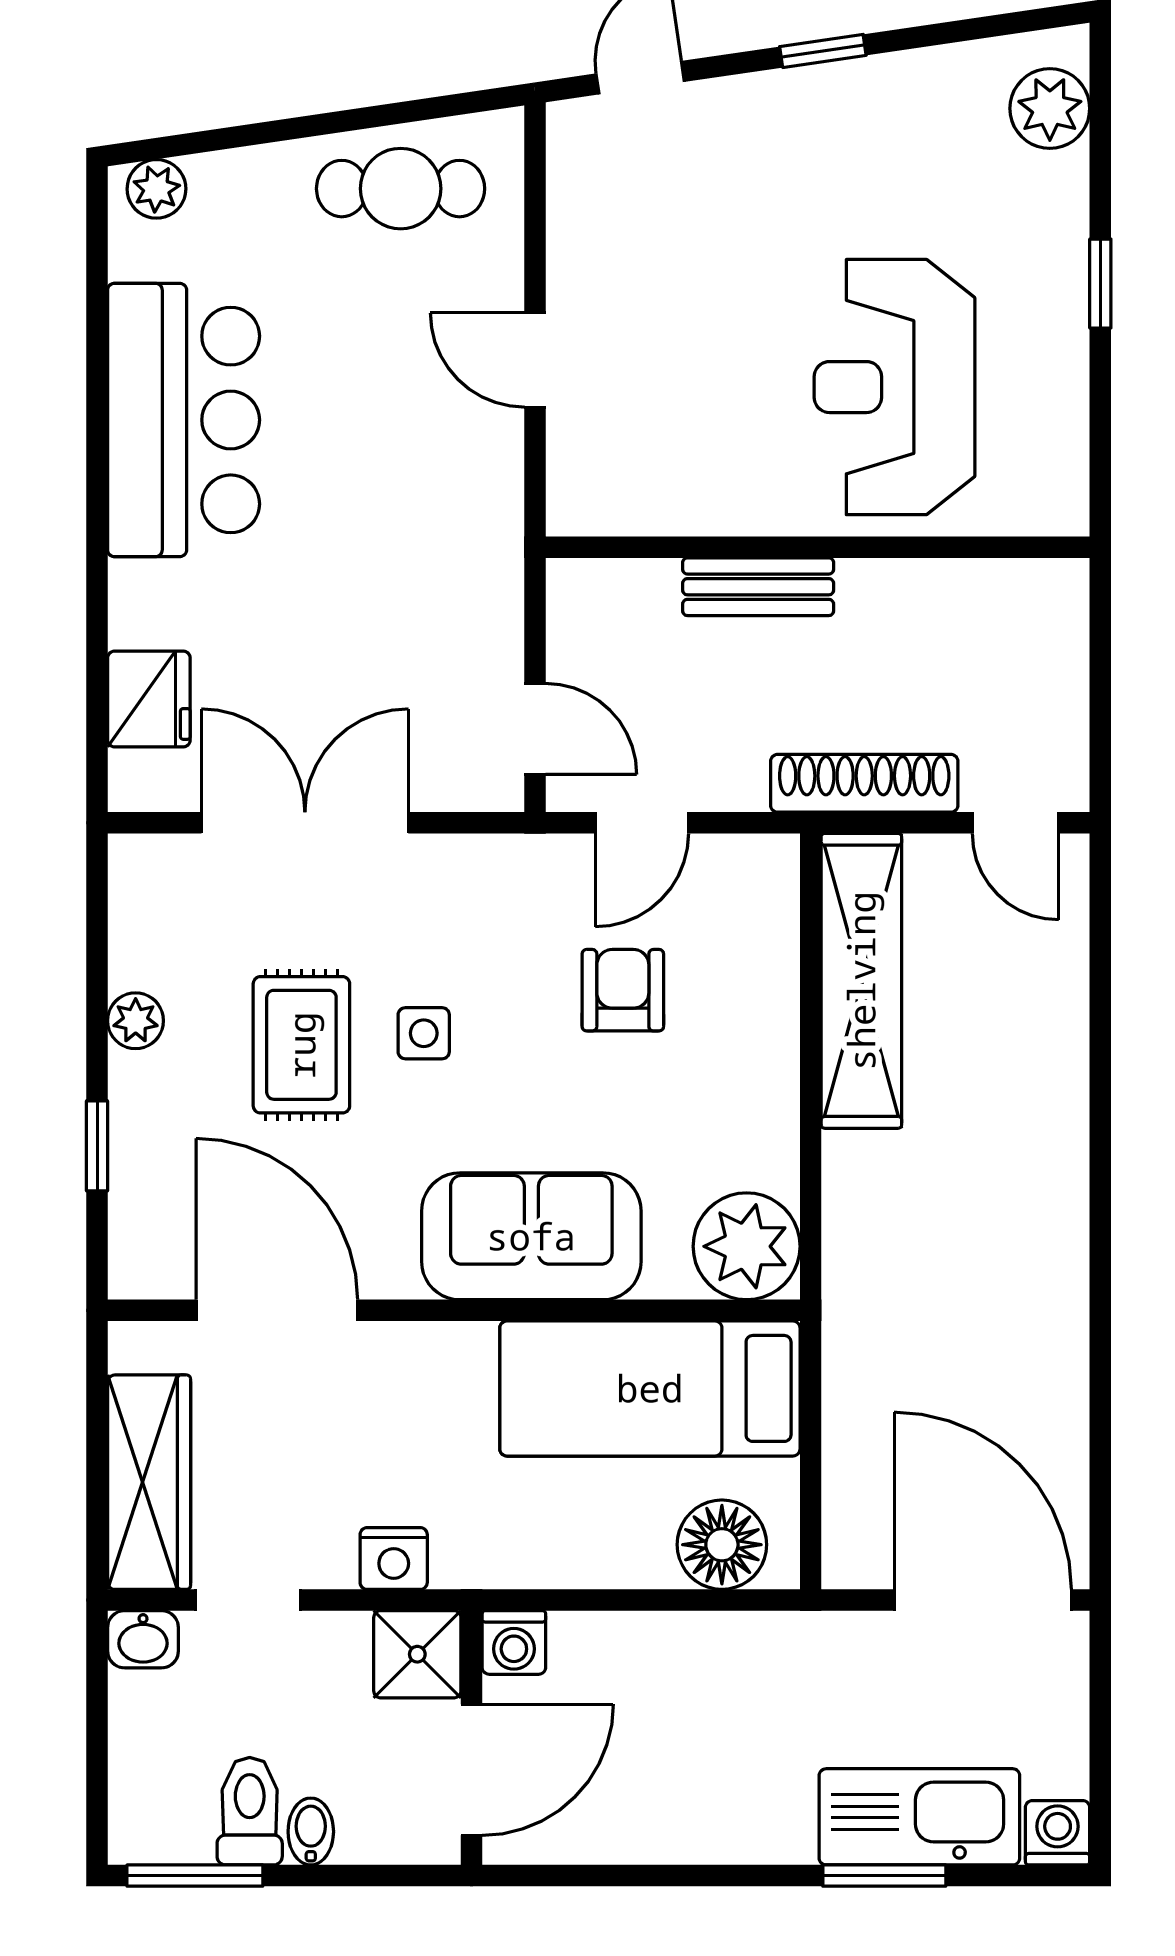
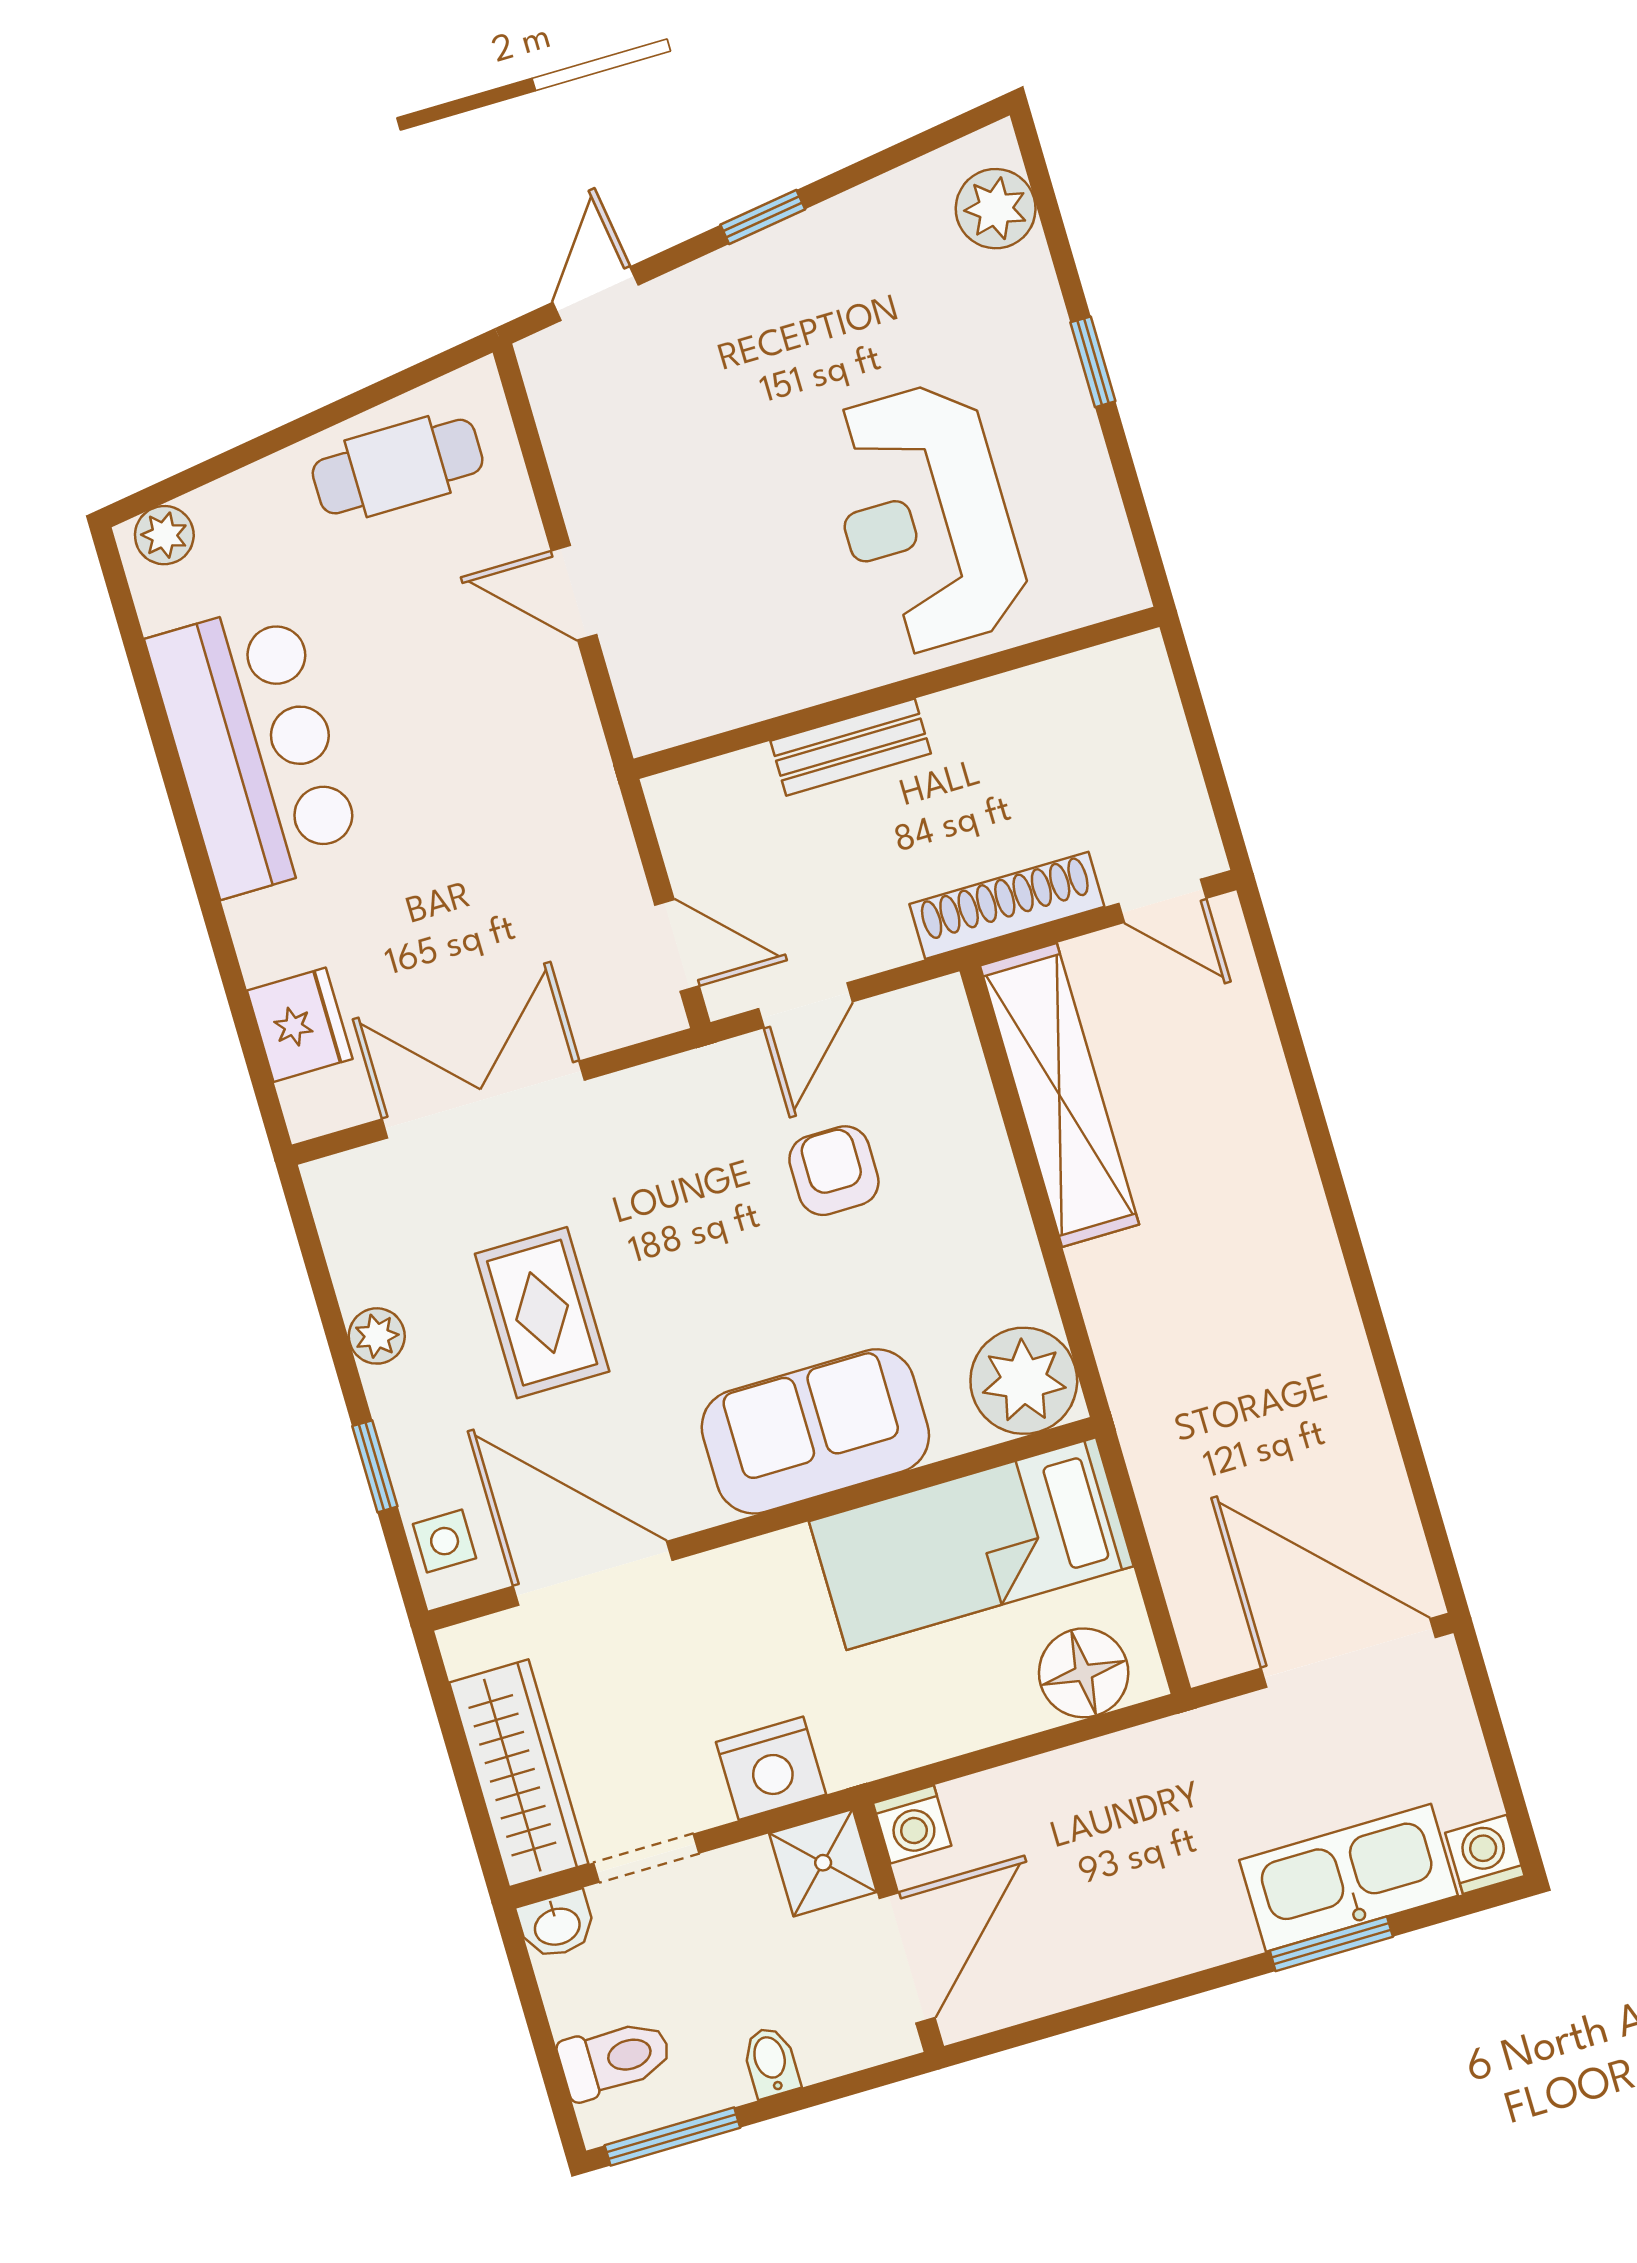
side table: (424, 1033) -> (445, 1541), moved
nightstand: (394, 1559) -> (771, 1768), width x1.36, depth x1.33
toilet: (250, 1811) -> (615, 2059), moved, turned 90

